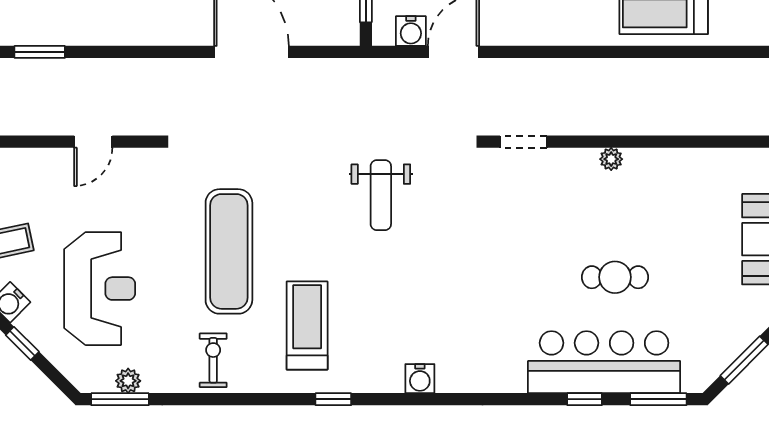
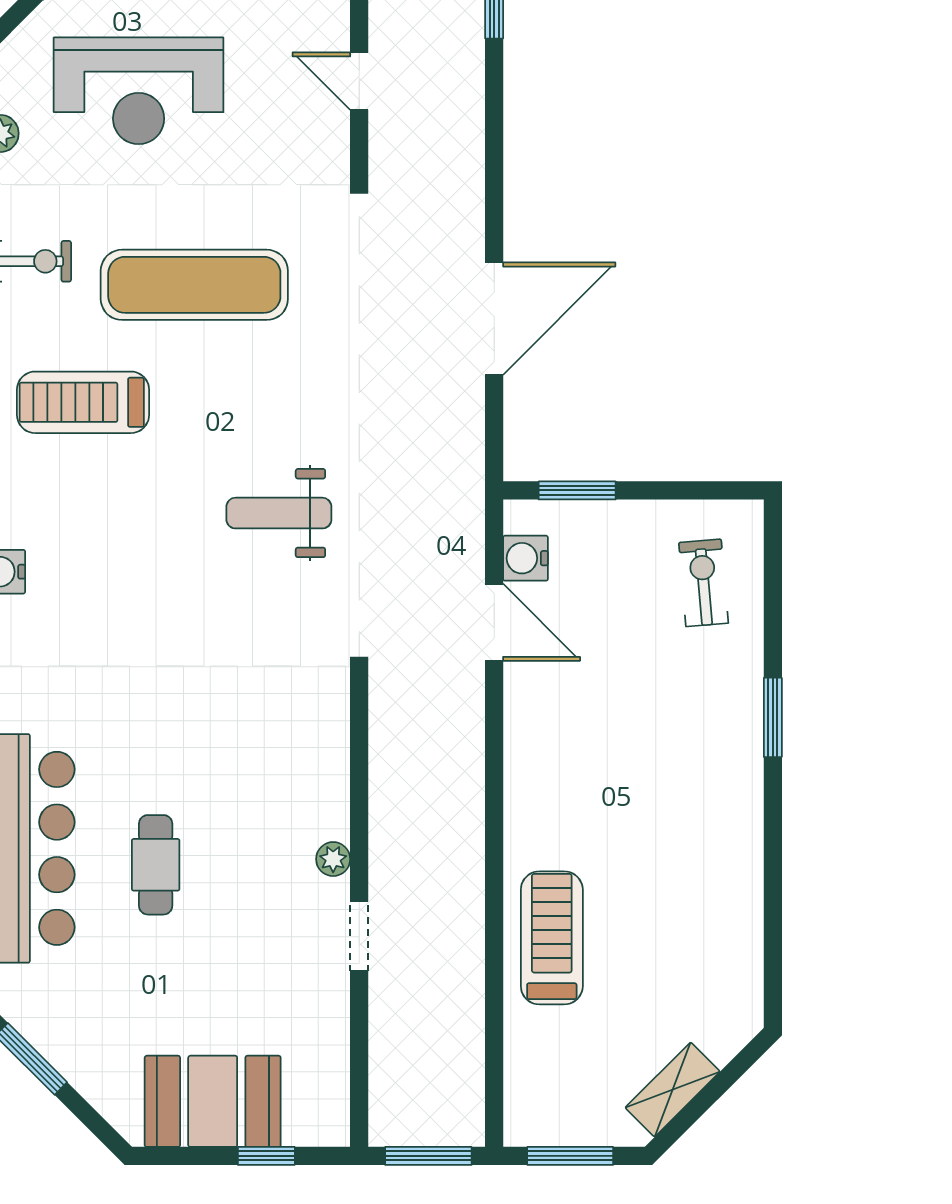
doorway: (523, 142) -> (359, 936), moved
treadmill: (307, 326) -> (83, 402), turned 180

